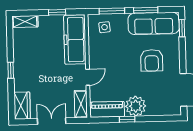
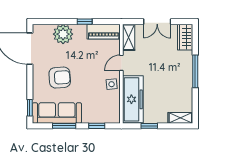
window: (112, 11) -> (97, 126), width x0.67
side table: (105, 27) -> (112, 84), moved
armchair: (152, 60) -> (60, 78), turned 86
window: (11, 70) -> (195, 71), width x2.17
plant: (136, 106) -> (63, 34), moved

